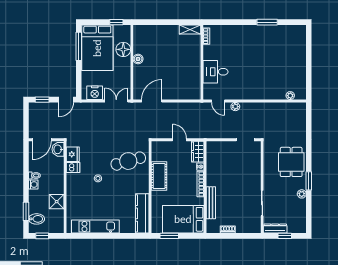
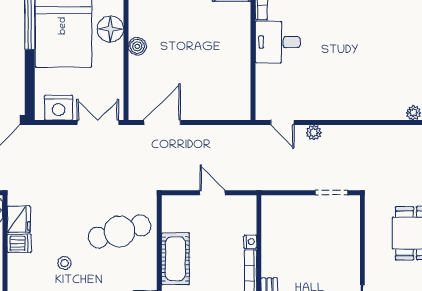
desk: (215, 72) -> (278, 42), moved
wardrobe: (198, 152) -> (245, 214), removed

